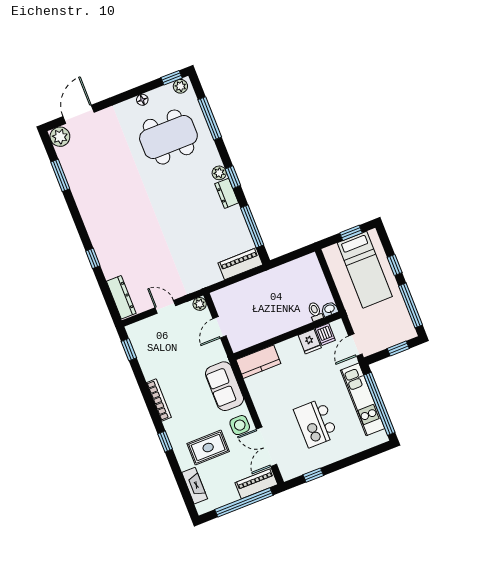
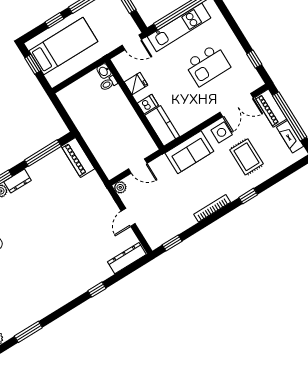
dishwasher: (325, 334) -> (148, 104), moved
fireplace: (195, 486) -> (290, 137), moved, turned -90

